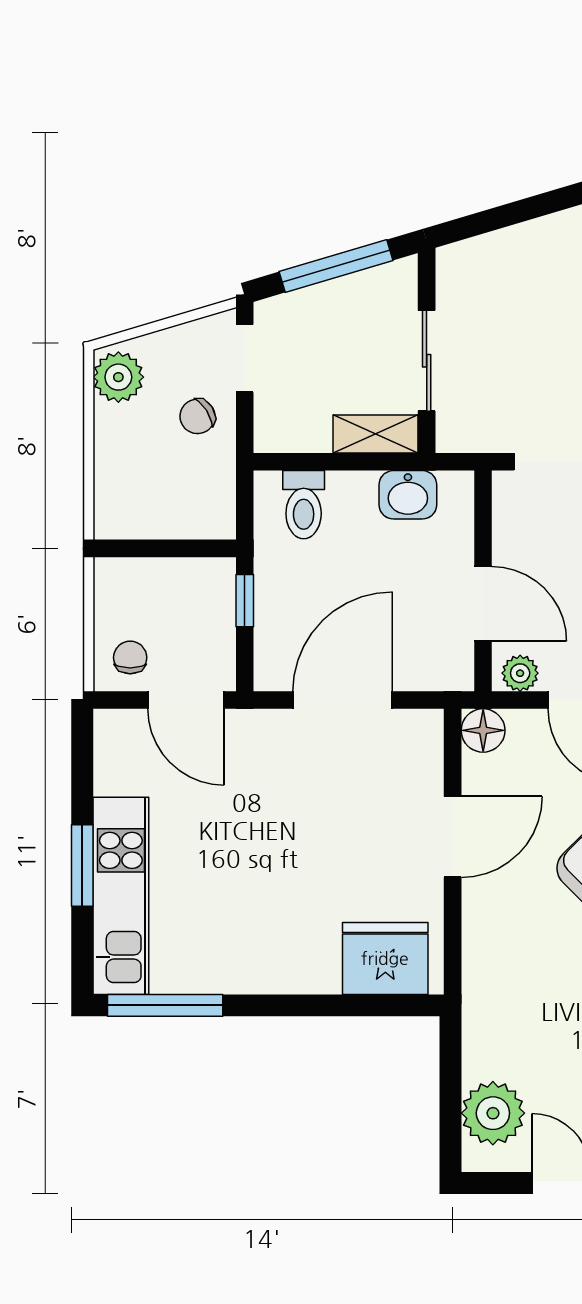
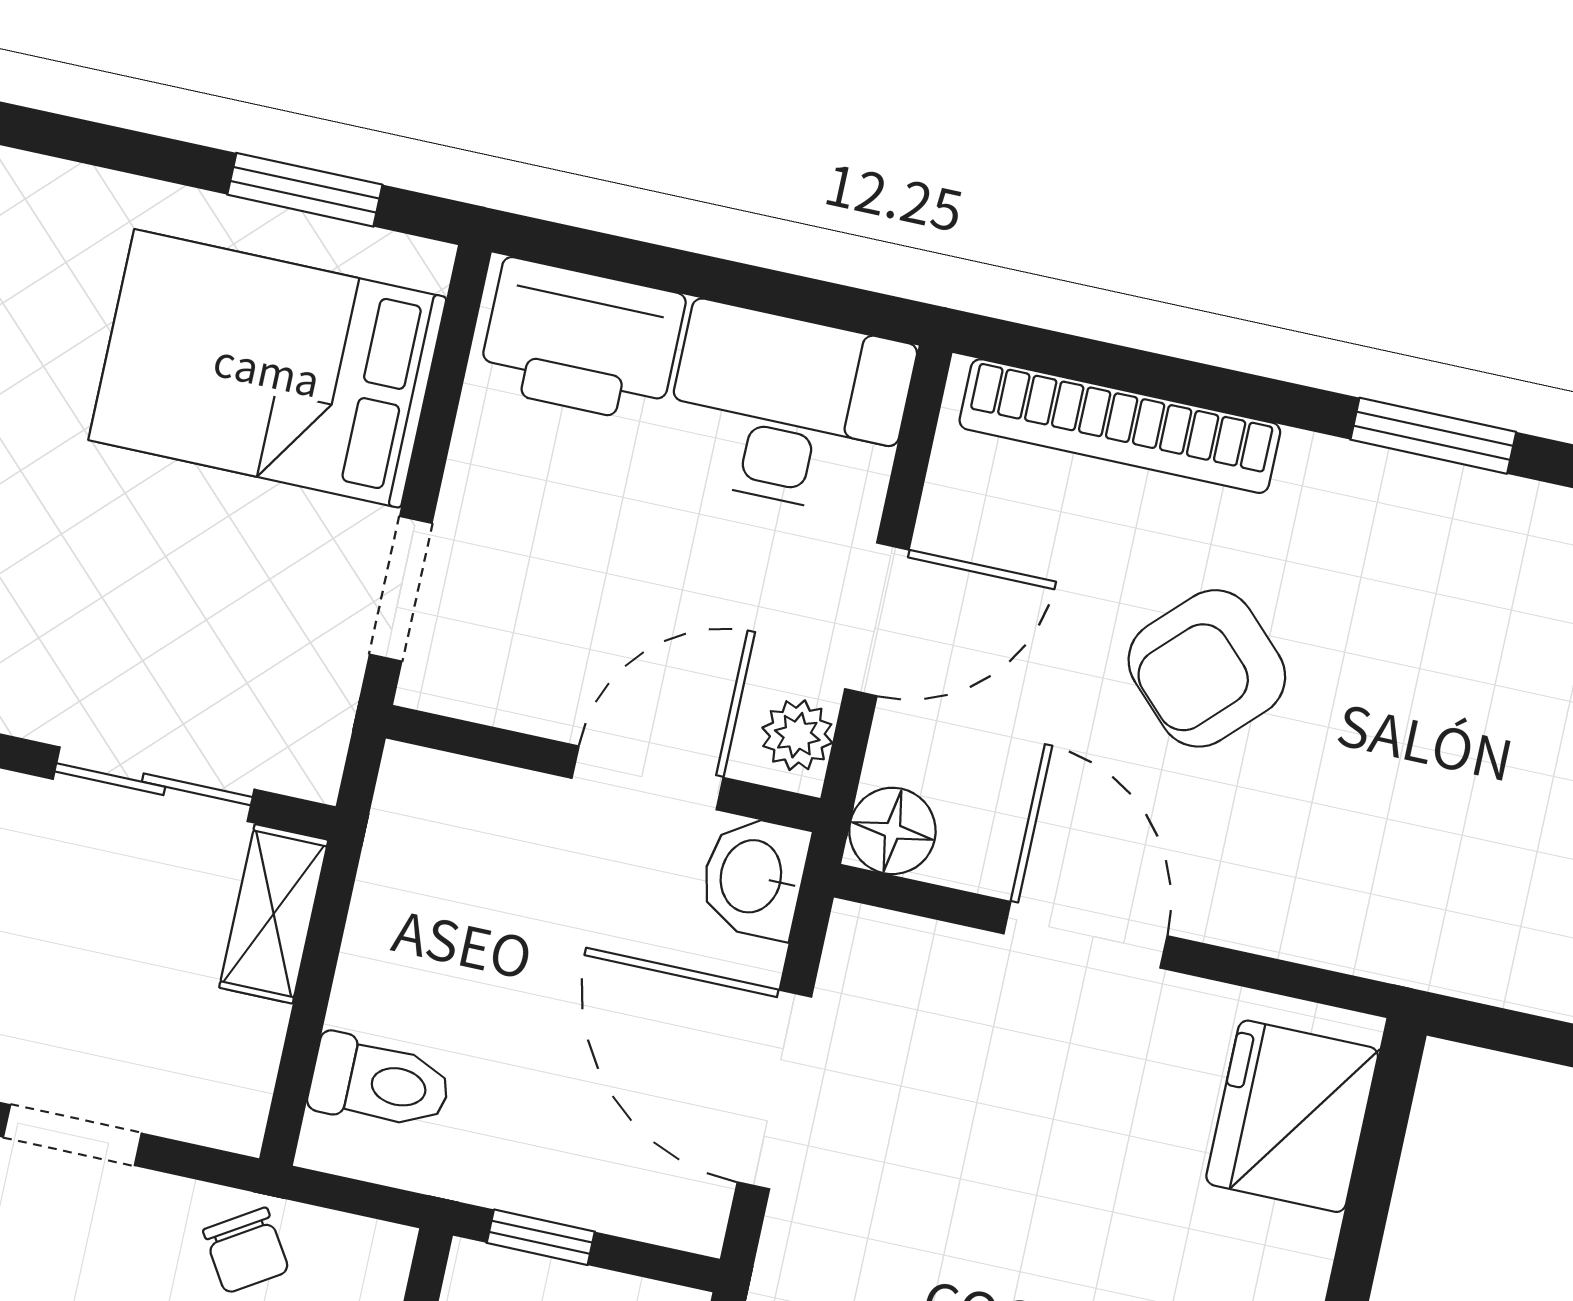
chair: (197, 416) -> (246, 1250), moved
washbasin: (408, 495) -> (754, 877), moved, turned 180

